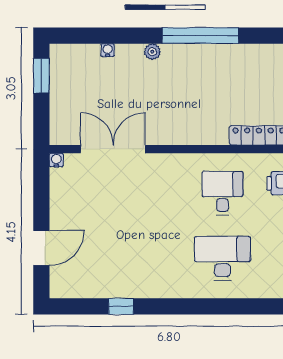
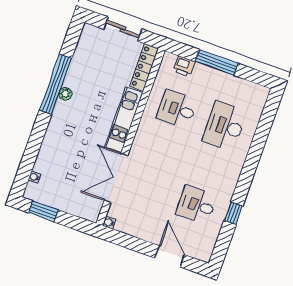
water cooler: (108, 50) -> (34, 177), moved
plant: (152, 52) -> (65, 94), moved
kitchen unit: (187, 133) -> (124, 120), added
desk: (115, 258) -> (197, 205), added

